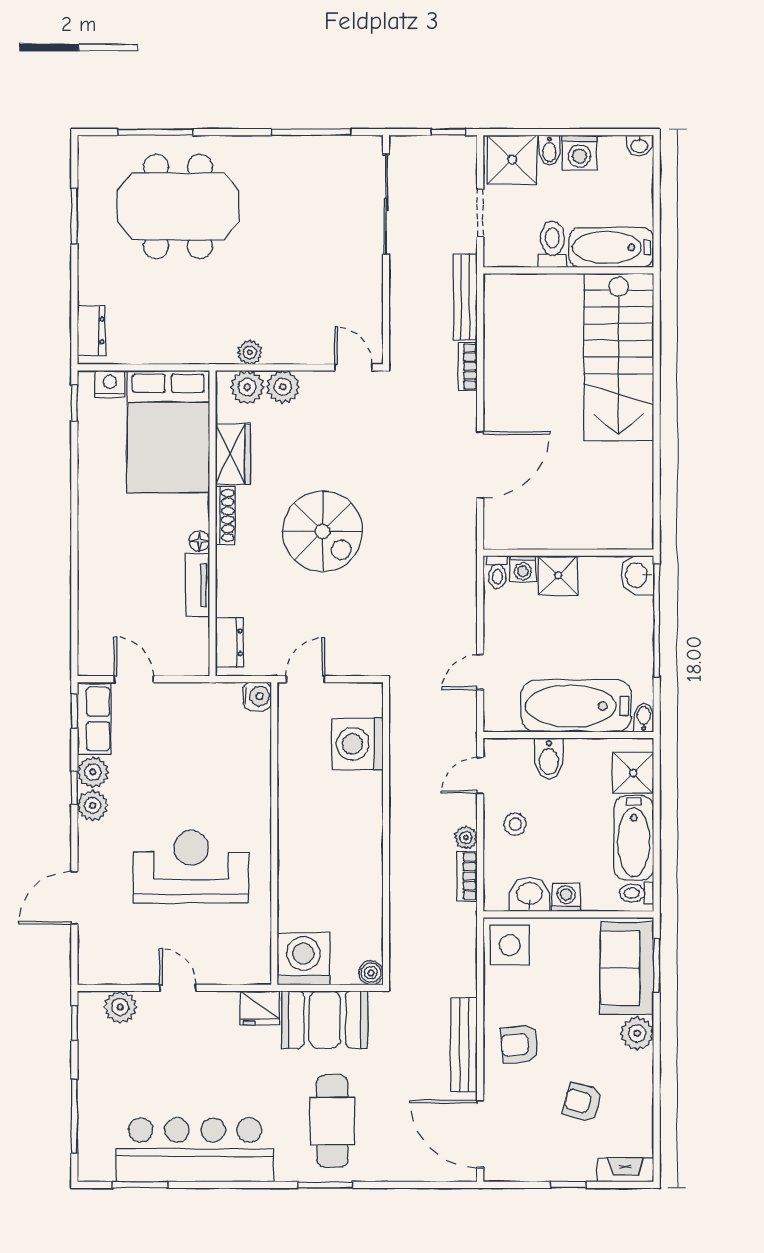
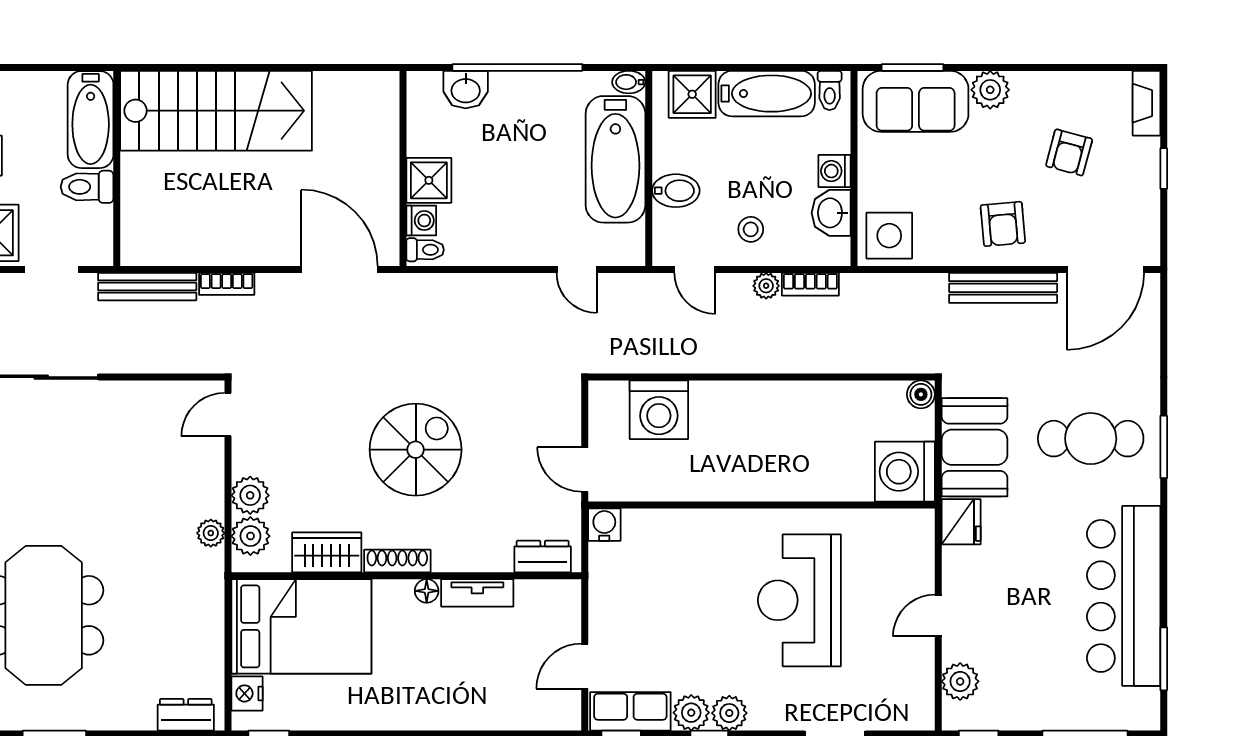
wall: (568, 553) -> (403, 168), moved
washing machine: (523, 569) -> (421, 221), moved
toilet: (497, 572) -> (425, 250), moved
shower: (558, 575) -> (429, 180), moved

